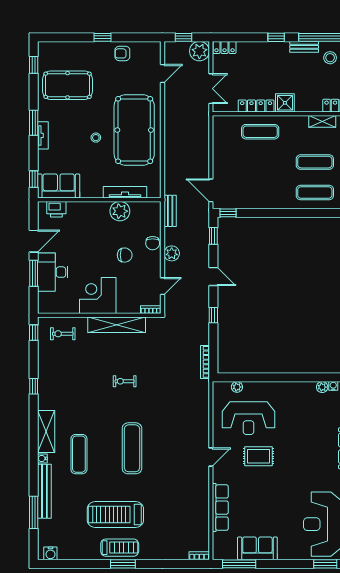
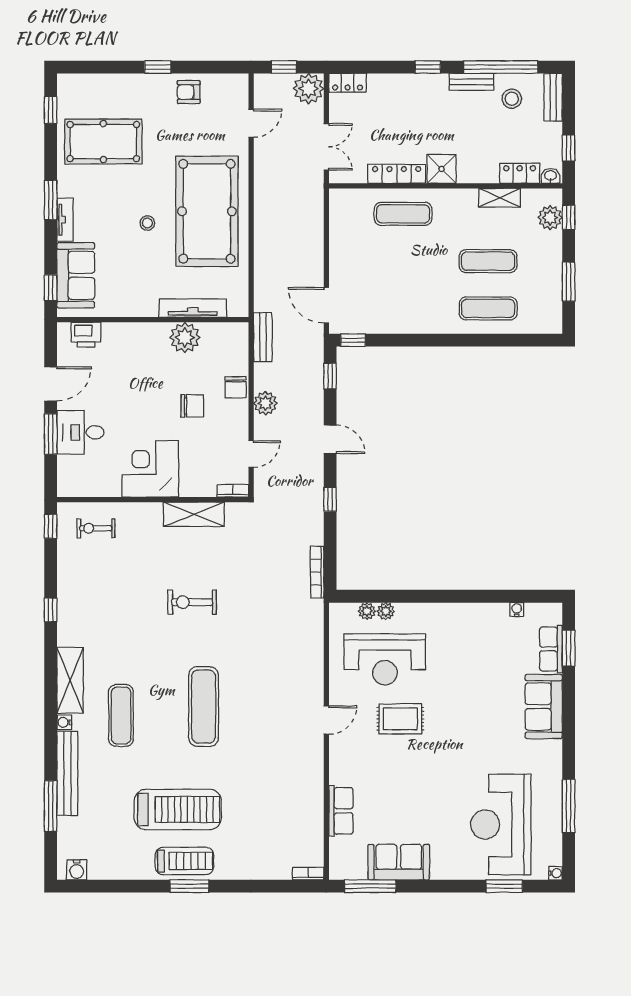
sofa: (59, 186) -> (76, 275), moved, turned 90
desk: (53, 272) -> (80, 432), width x0.73
shelving: (117, 325) -> (194, 514), width x0.68
exercise bike: (125, 381) -> (192, 602), width x1.38, depth x1.39
plant: (322, 387) -> (386, 611), moved
row of seats: (220, 508) -> (341, 811), width x0.68
treadmill: (115, 515) -> (178, 810), turned 180

